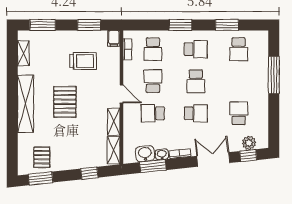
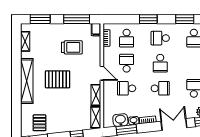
window: (89, 25) -> (77, 19), width x1.44
school desk: (196, 49) -> (160, 38), turned 180
pallet: (65, 102) -> (58, 79), turned 90

